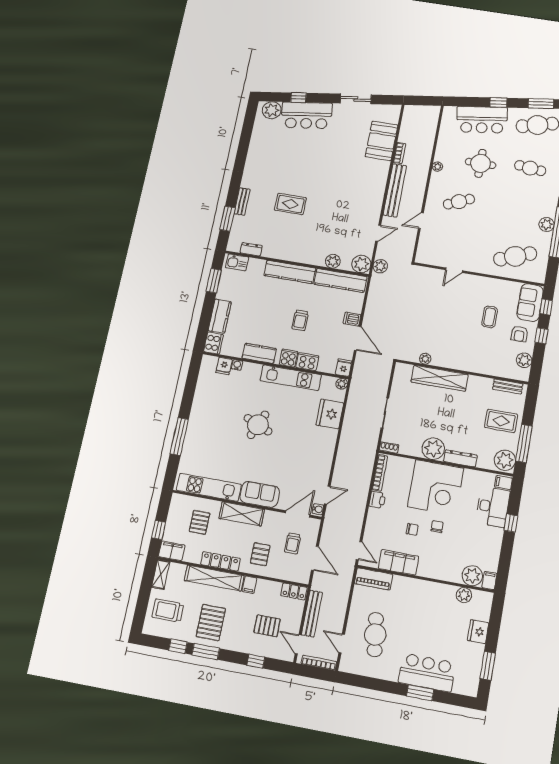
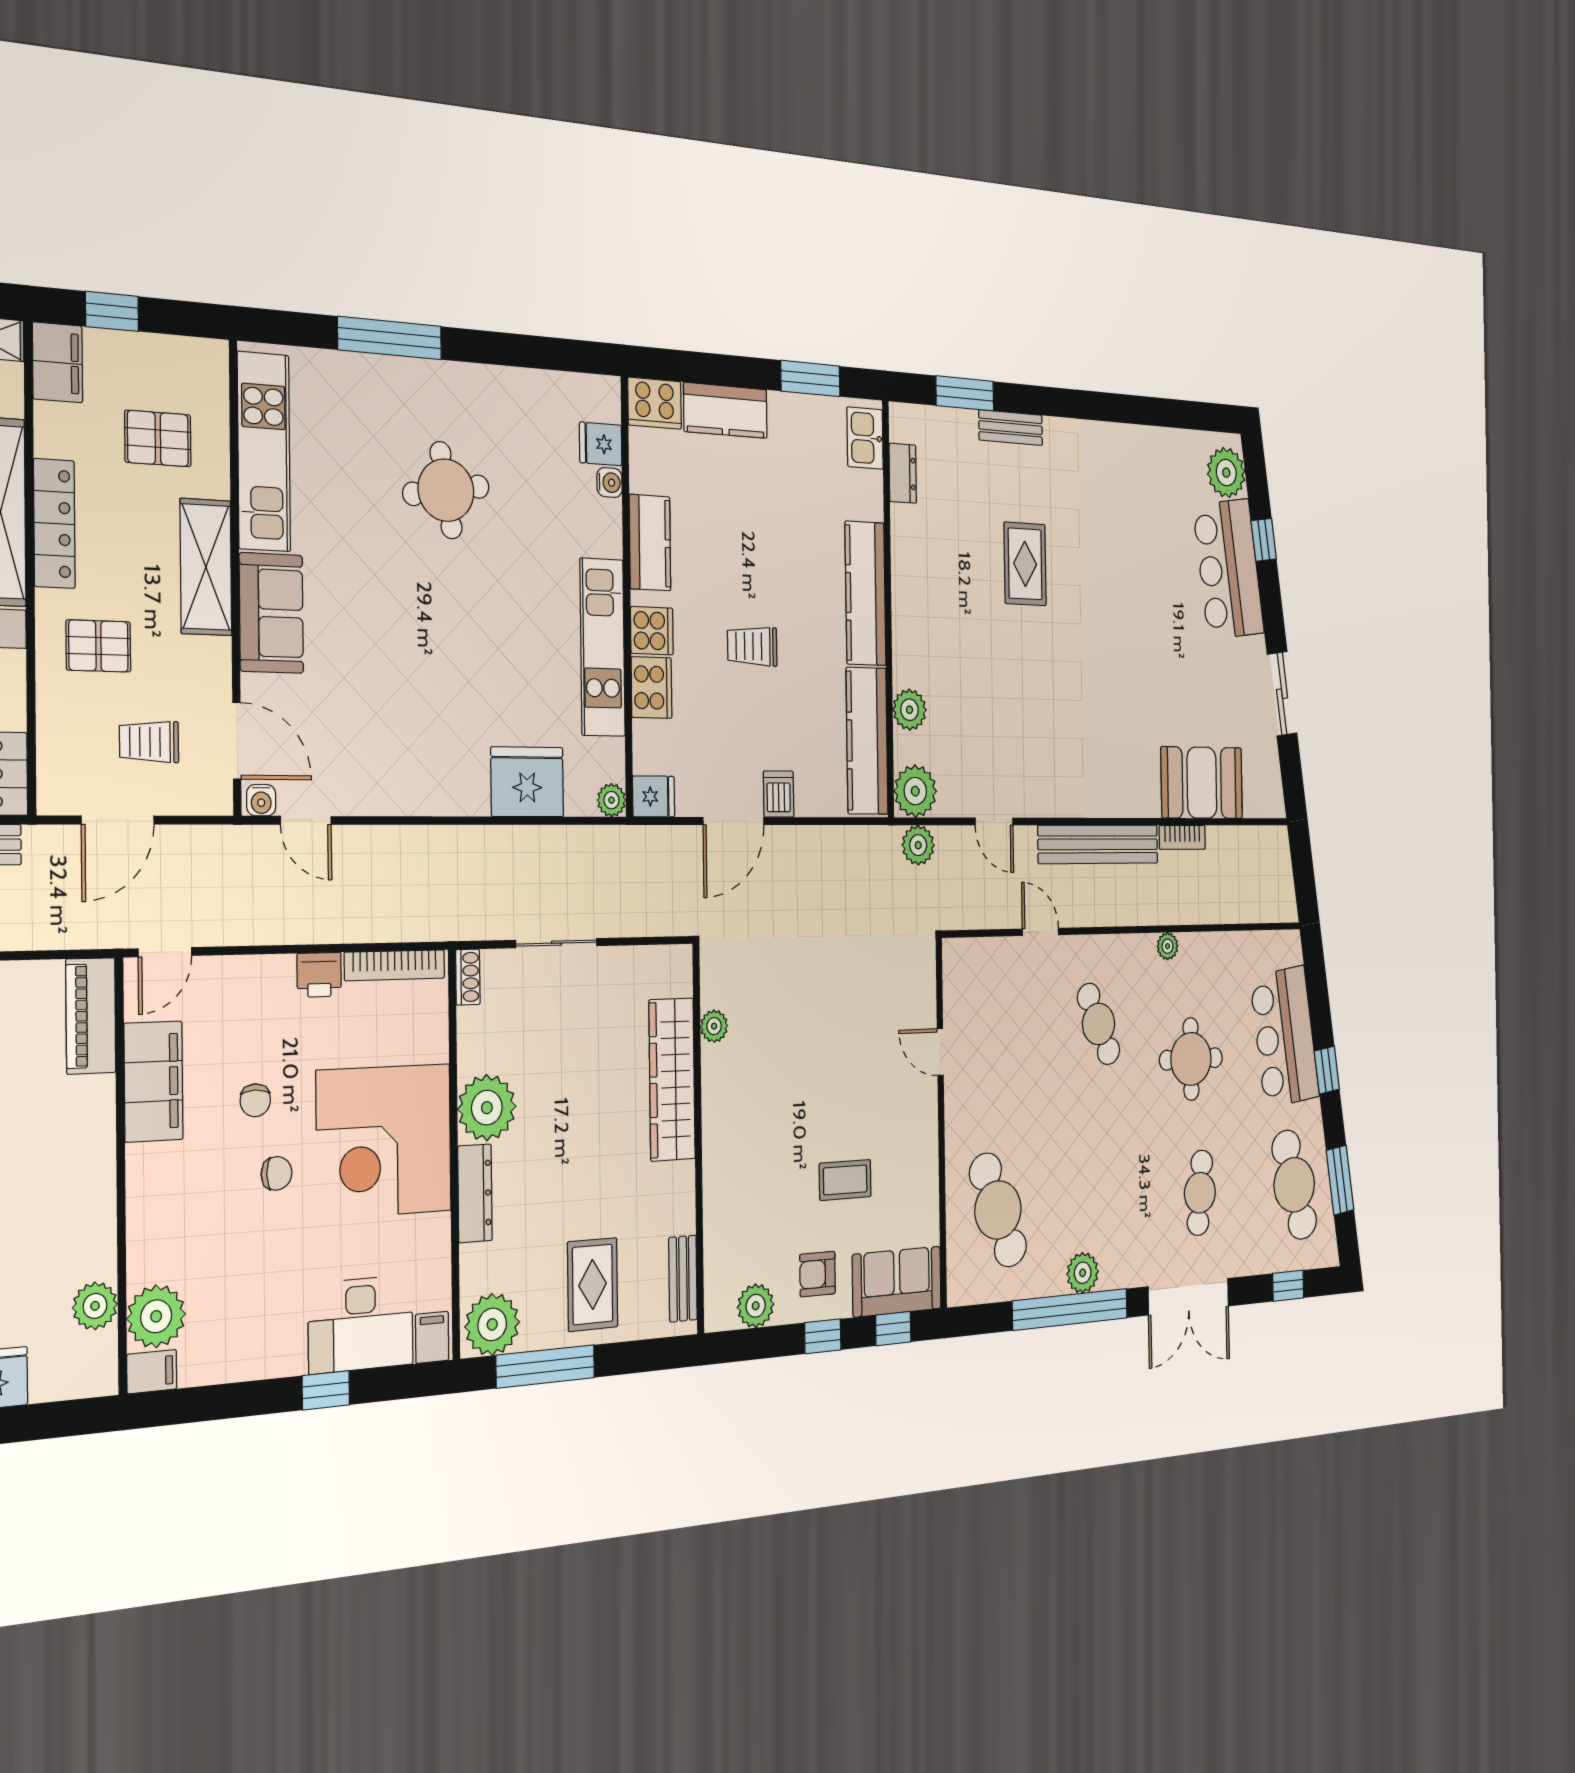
round table: (258, 425) -> (446, 490), moved, turned -32

